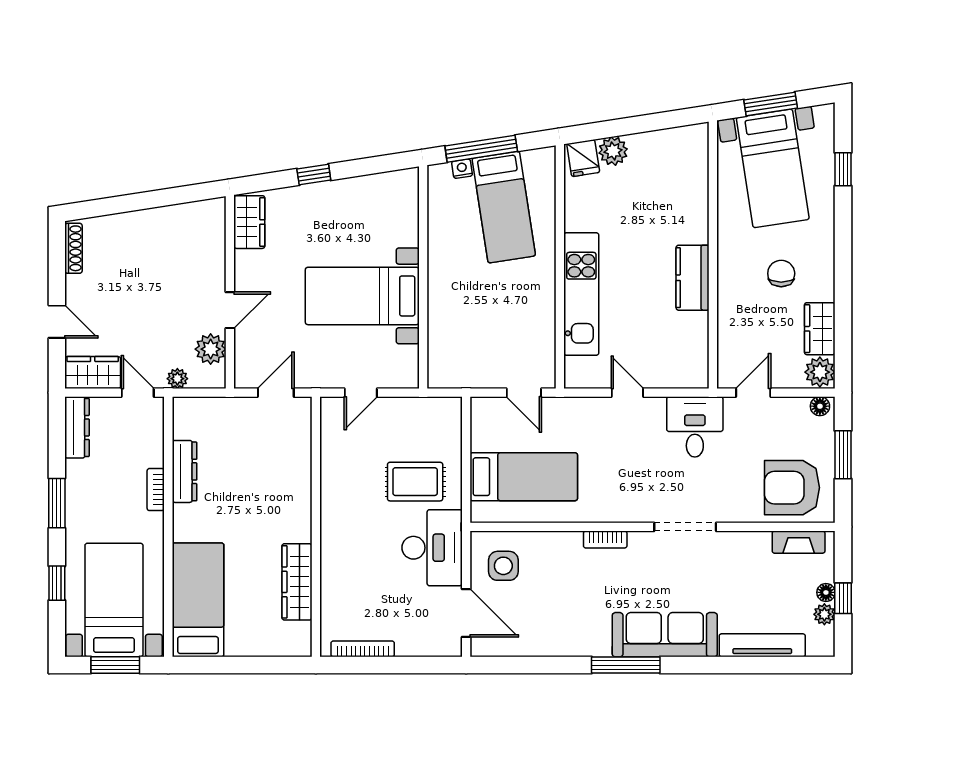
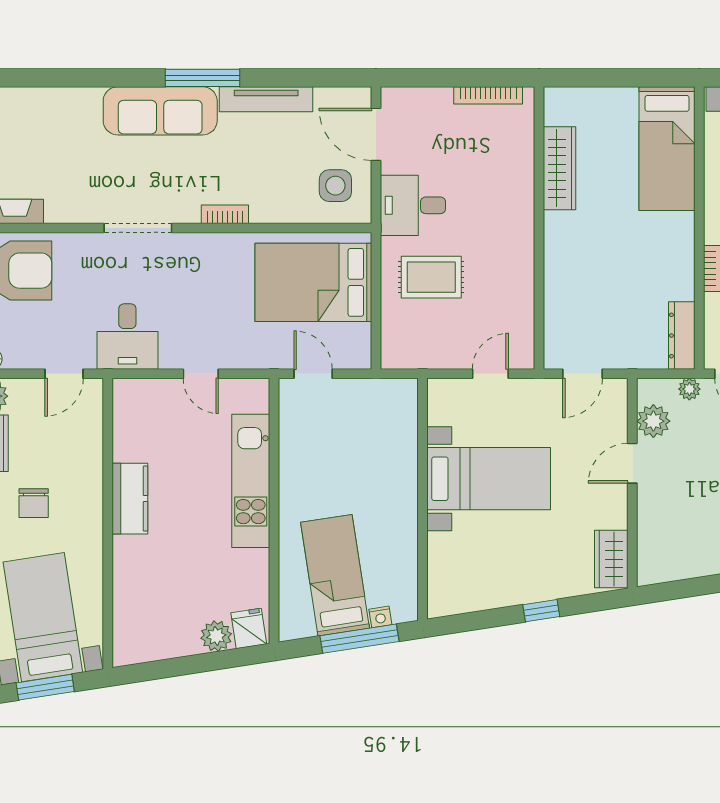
dresser: (184, 471) -> (682, 336), moved
bed: (524, 477) -> (313, 282), width x1.50
desk: (432, 548) -> (413, 205), width x0.73
tv unit: (762, 645) -> (266, 99), moved

